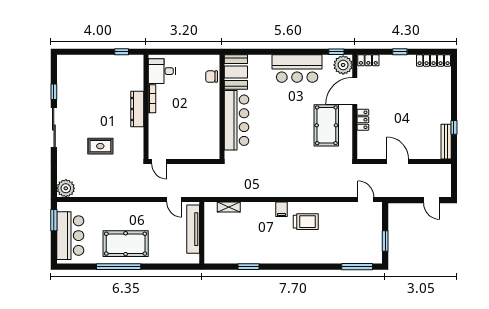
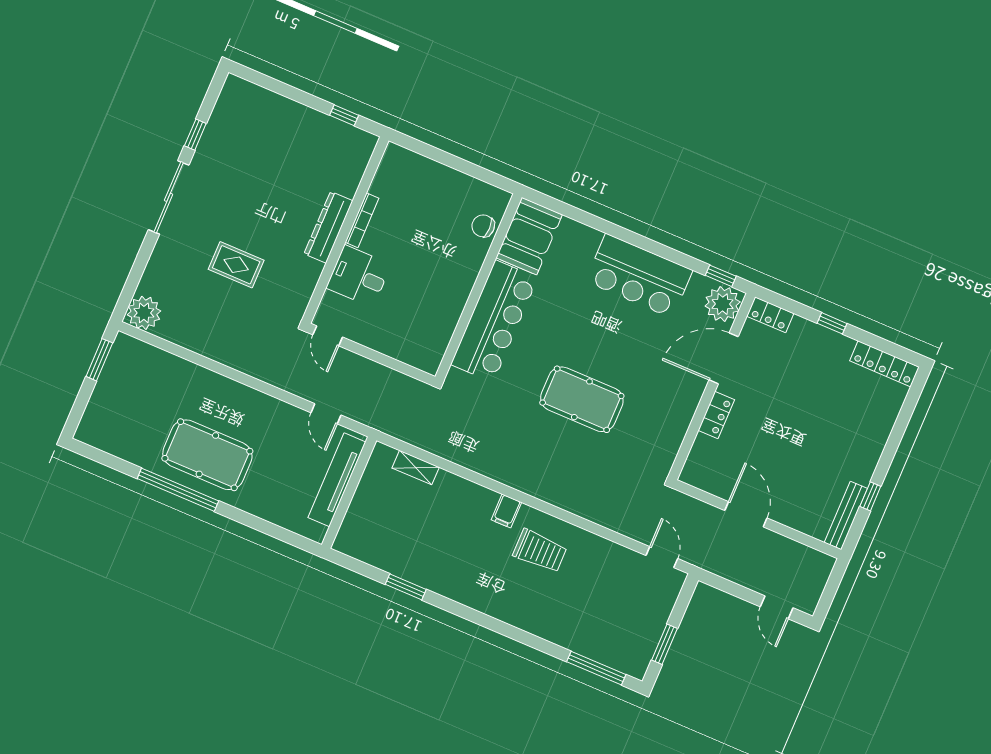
desk: (162, 71) -> (359, 276), moved
pool table: (326, 125) -> (582, 399), moved, turned 90
bar counter: (70, 236) -> (116, 399), removed

